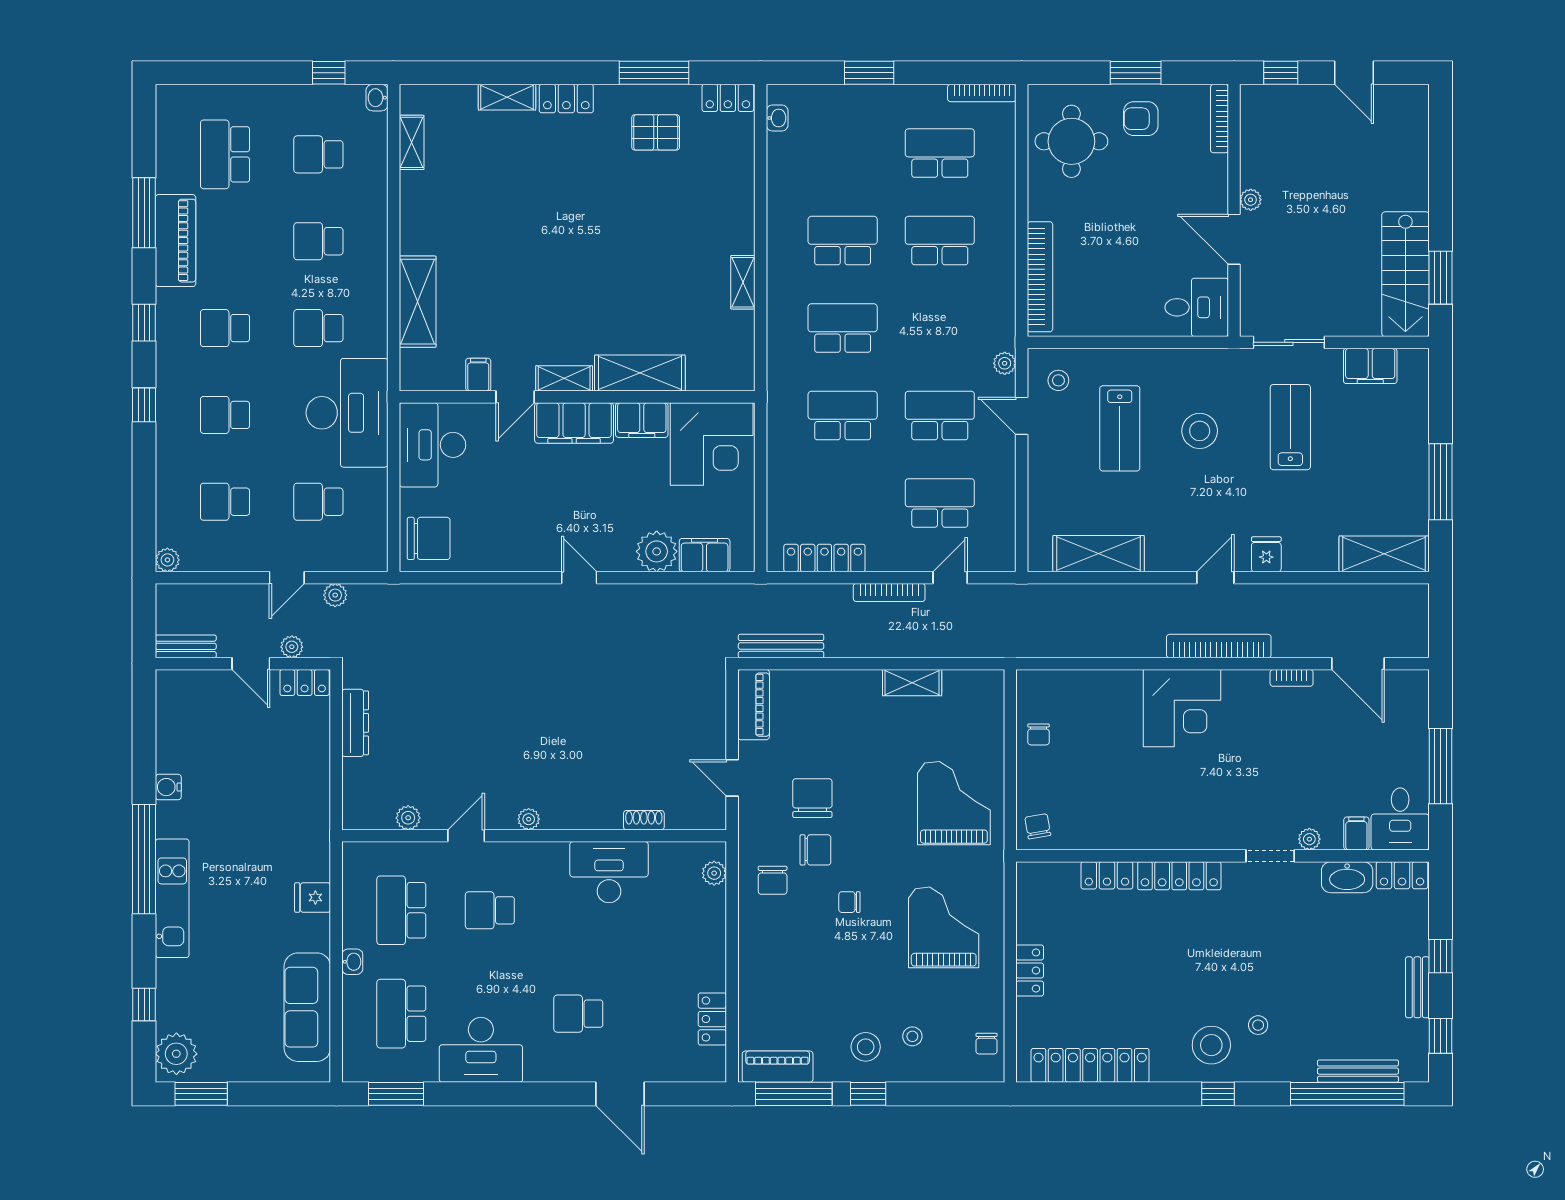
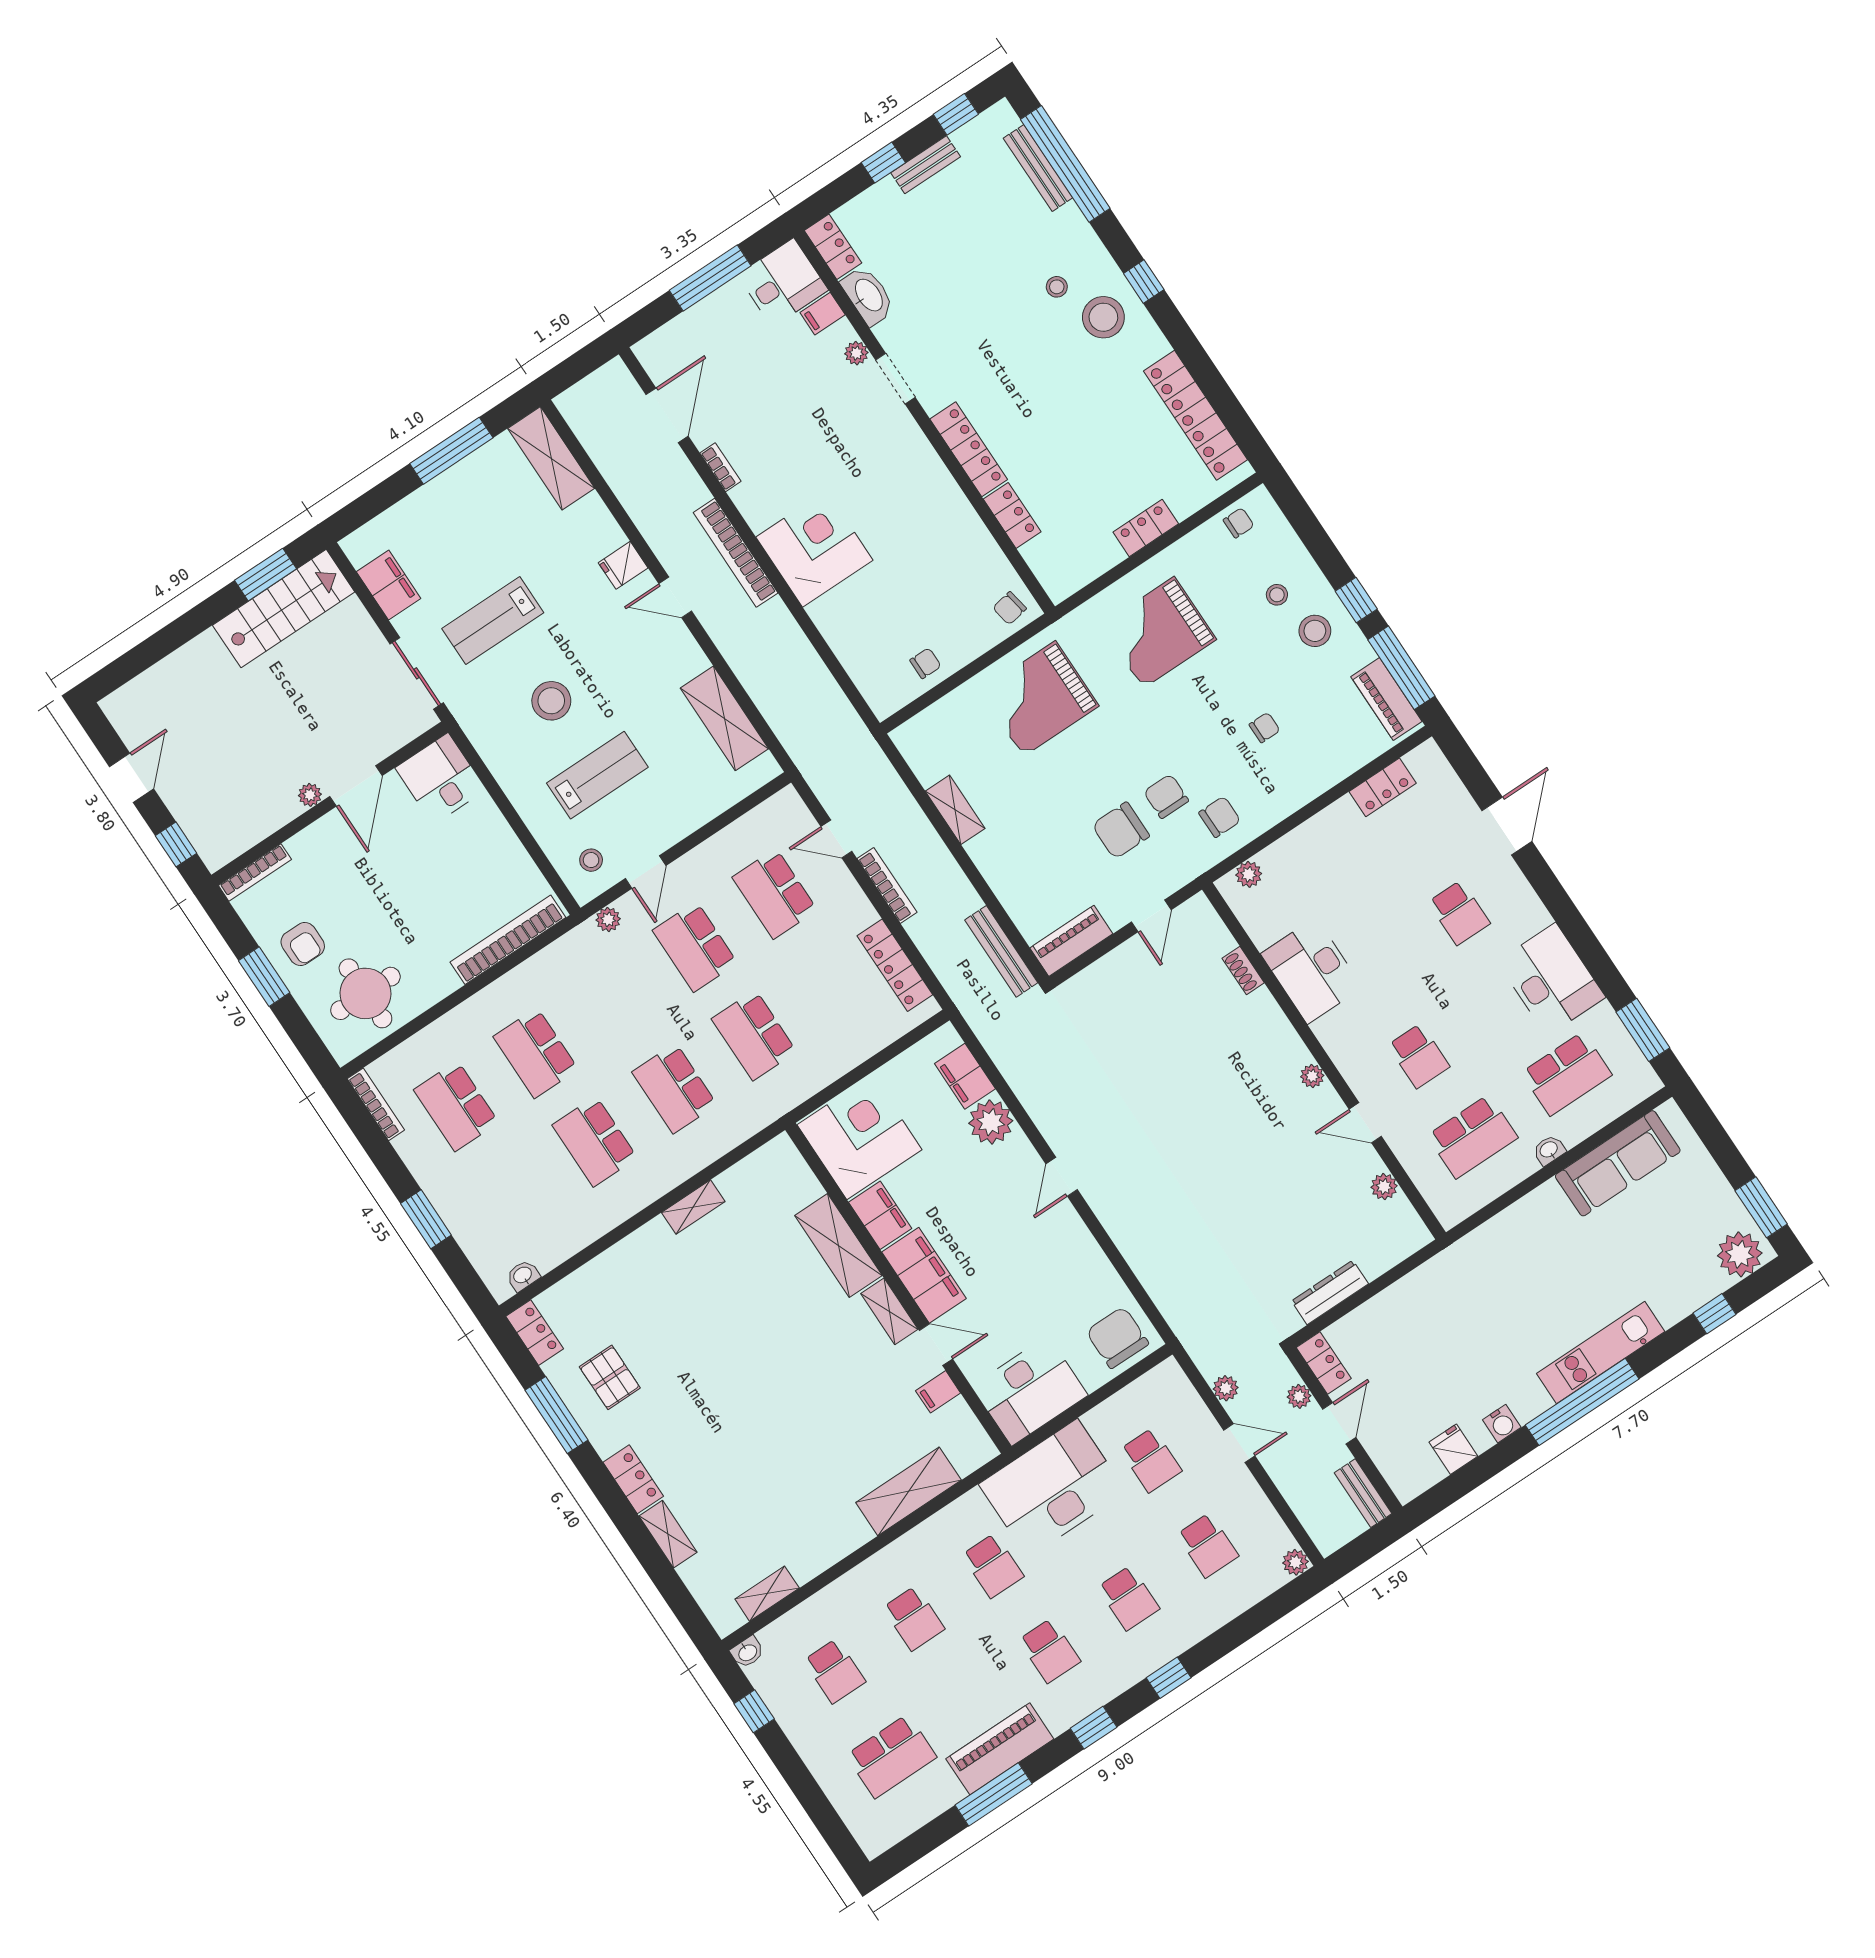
fridge: (313, 897) -> (1453, 1449), moved, turned 180
chair: (849, 902) -> (1265, 728), moved, turned -90

